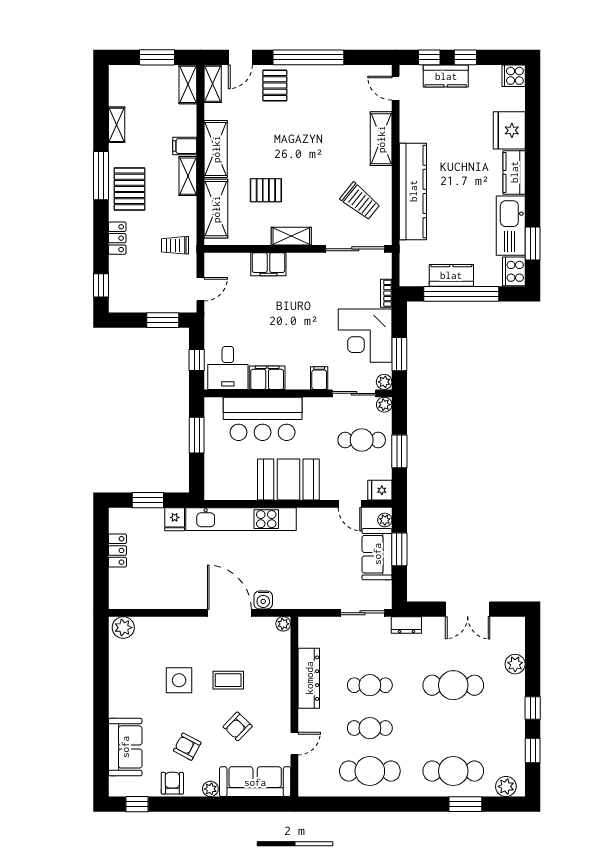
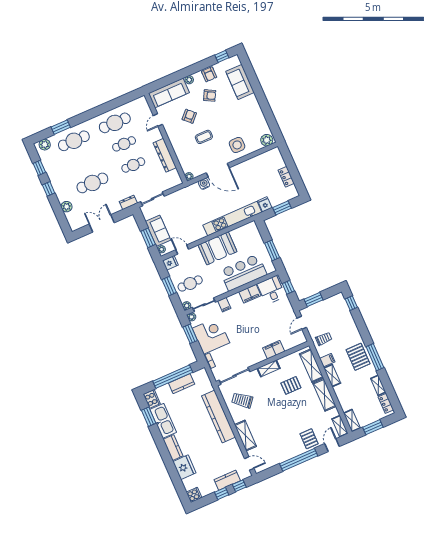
filing cabinet: (185, 146) -> (327, 360), moved
locker: (117, 238) -> (386, 403), moved
side table: (179, 680) -> (237, 145), moved

